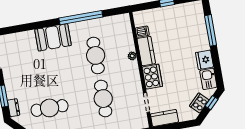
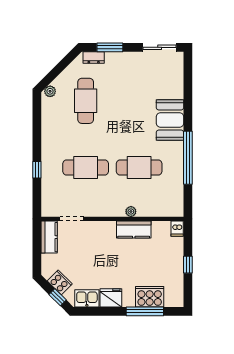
dishwasher: (142, 32) -> (177, 229), moved
cooker: (152, 77) -> (150, 297), moved, turned 180

